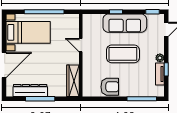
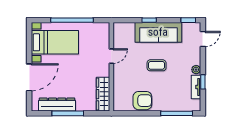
door: (81, 45) -> (111, 56), swing flipped
coffee table: (123, 54) -> (157, 65), width x0.54, depth x0.58

